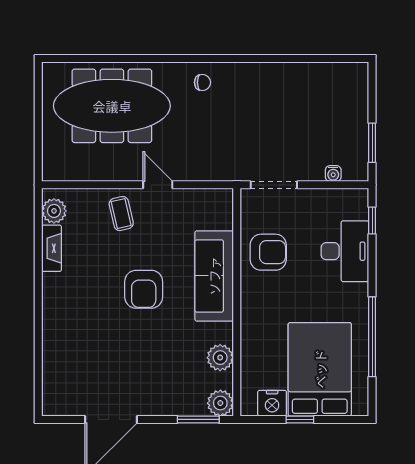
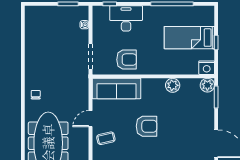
armchair: (268, 252) -> (127, 60), turned 90
sofa: (214, 276) -> (117, 88), moved
plant: (220, 358) -> (173, 85), moved
bed: (320, 369) -> (189, 38), width x0.67
nightstand: (272, 403) -> (207, 68), moved, turned 90

